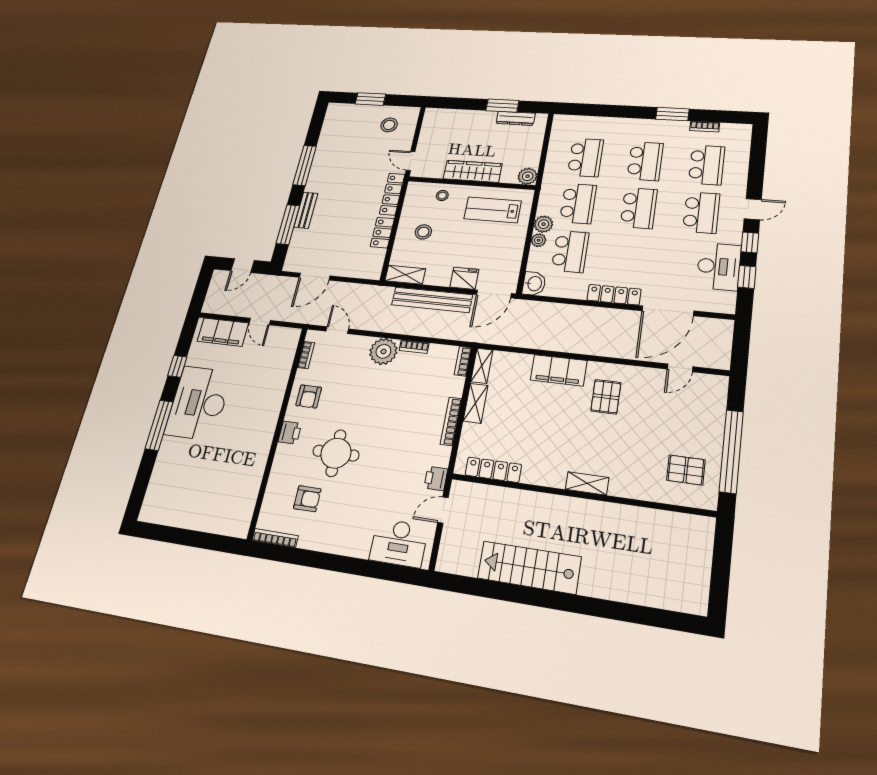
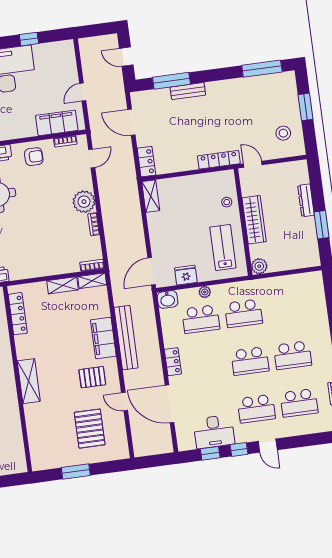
dresser: (516, 118) -> (306, 200), moved
school desk: (585, 157) -> (286, 308), removed
door: (411, 161) -> (253, 164), hinge flipped
window: (305, 165) -> (262, 69), moved
plant: (544, 224) -> (219, 292), removed
stool: (423, 232) -> (191, 198), removed
locker: (382, 233) -> (146, 162), moved, turned 90
fridge: (464, 278) -> (186, 275), moved, turned -90
door: (494, 294) -> (152, 271), hinge flipped
locker: (614, 295) -> (173, 362), width x0.66
bench: (432, 300) -> (126, 338), moved
filing cabinet: (223, 332) -> (57, 123), moved, turned 90
door: (680, 368) -> (125, 402), moved
armchair: (309, 396) -> (34, 157), turned 180
bookcase: (451, 421) -> (44, 272), removed
window: (731, 451) -> (76, 472), width x0.47
pallet: (686, 470) -> (90, 429), moved, width x1.50, depth x1.42
shelving: (587, 483) -> (29, 381), width x1.50, depth x1.33

